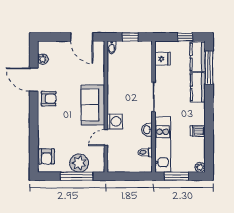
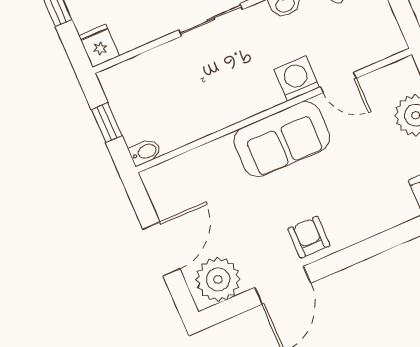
door: (82, 37) -> (161, 249), moved
plant: (43, 59) -> (218, 279), width x1.88, depth x1.88
fridge: (163, 59) -> (99, 46), moved

